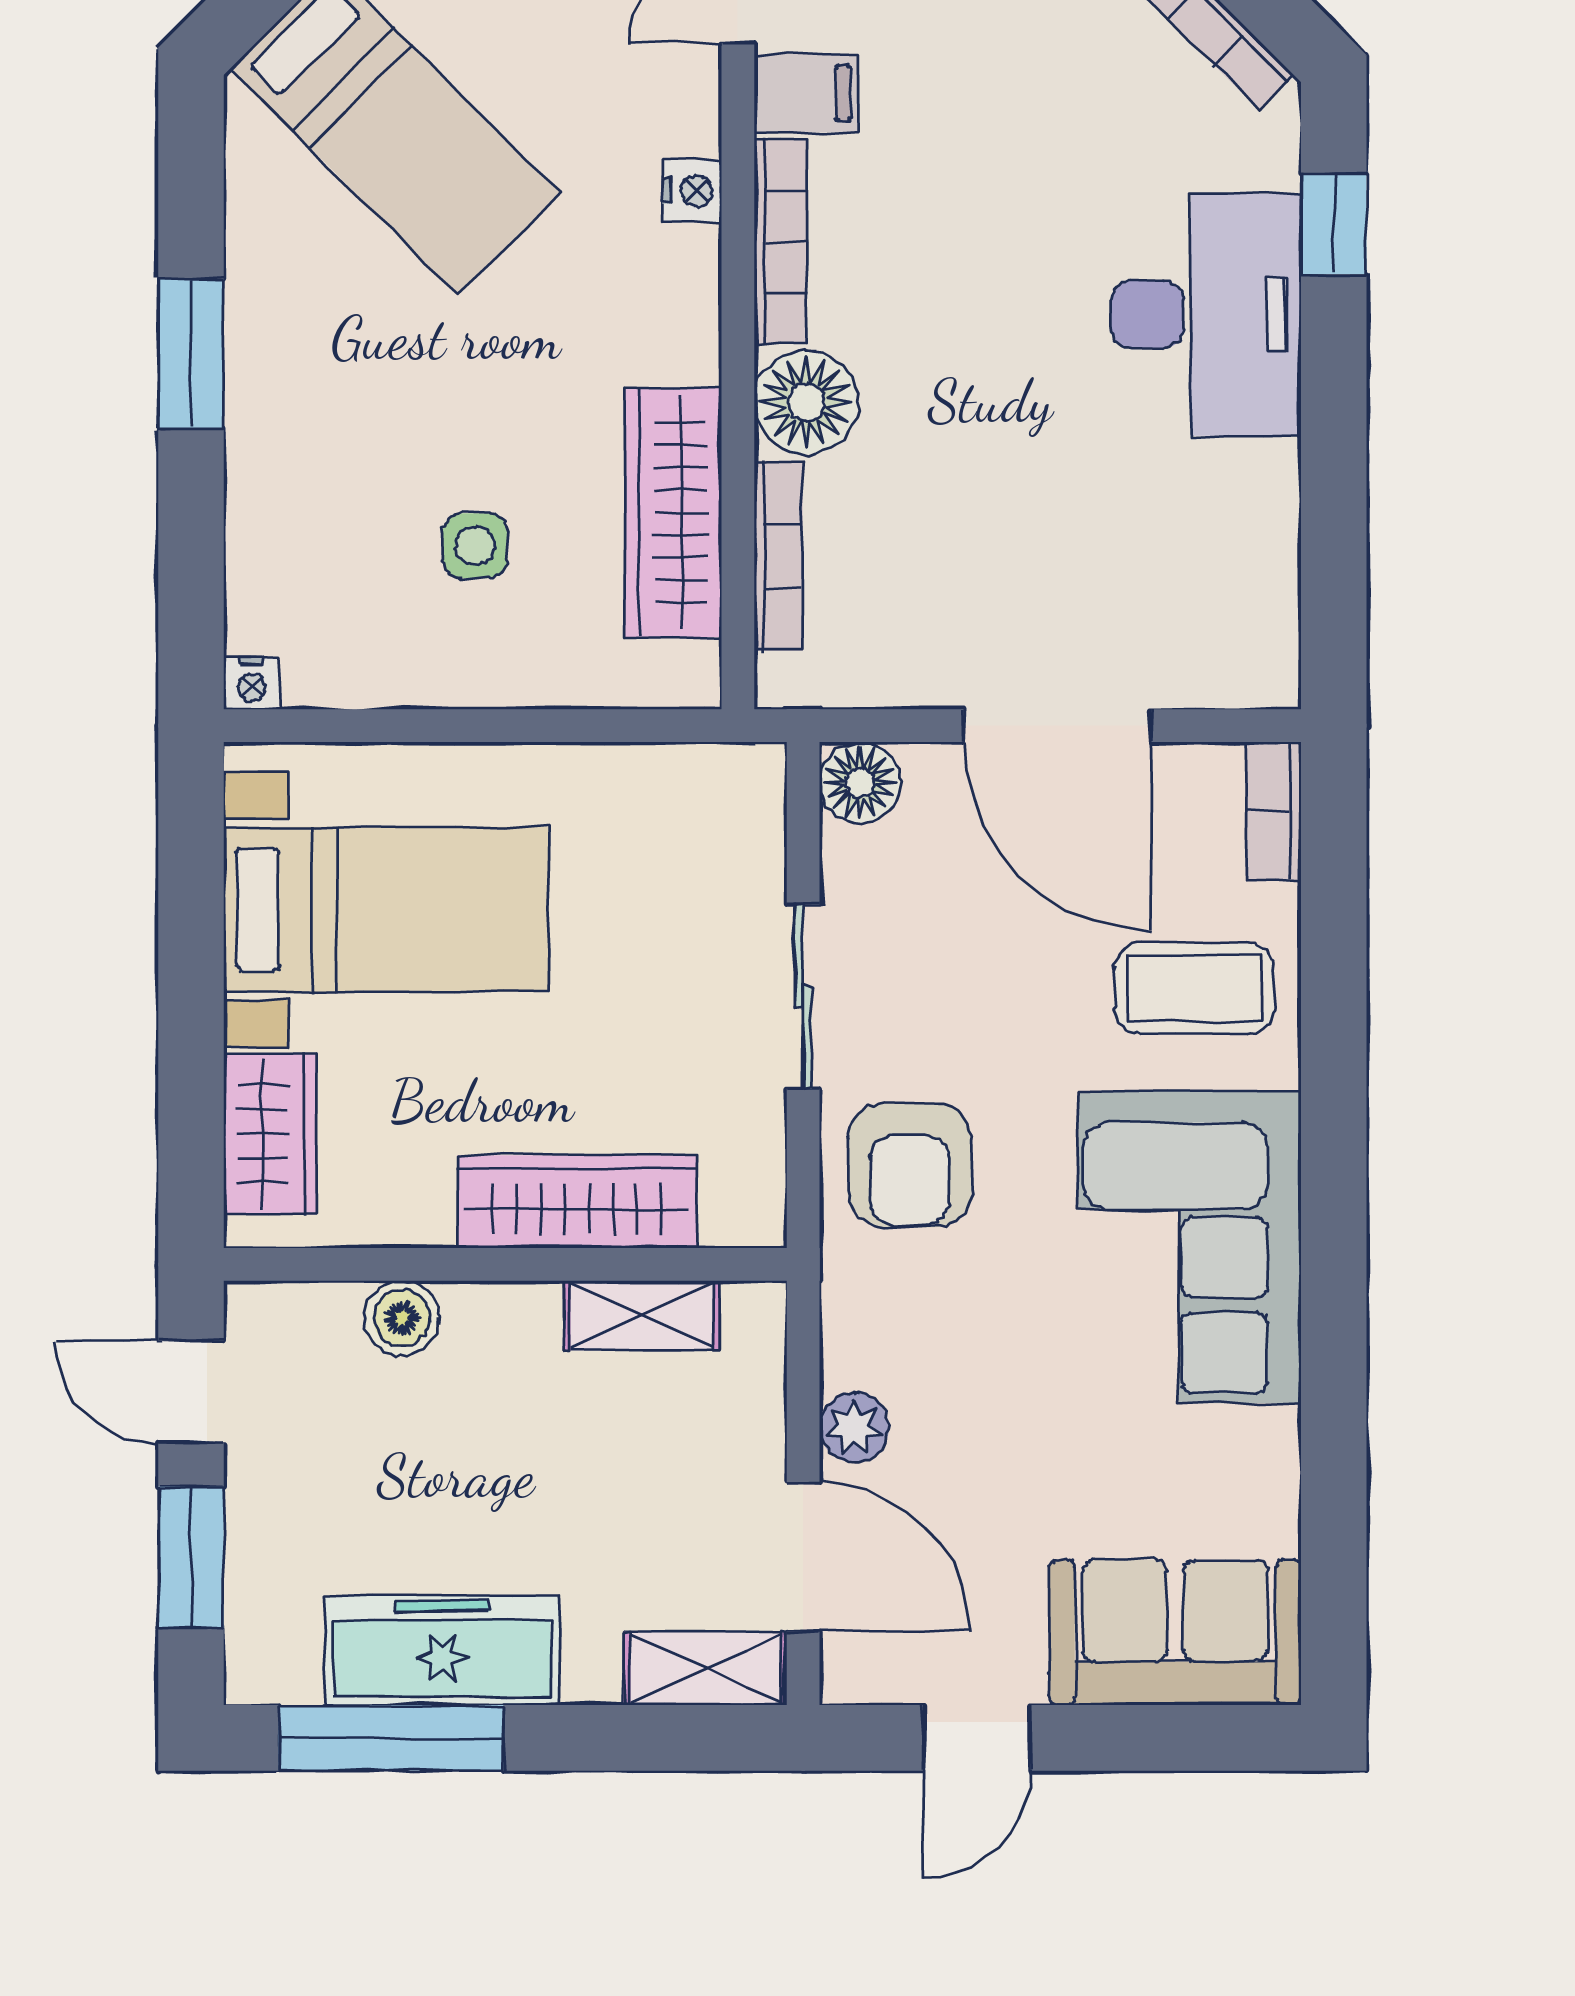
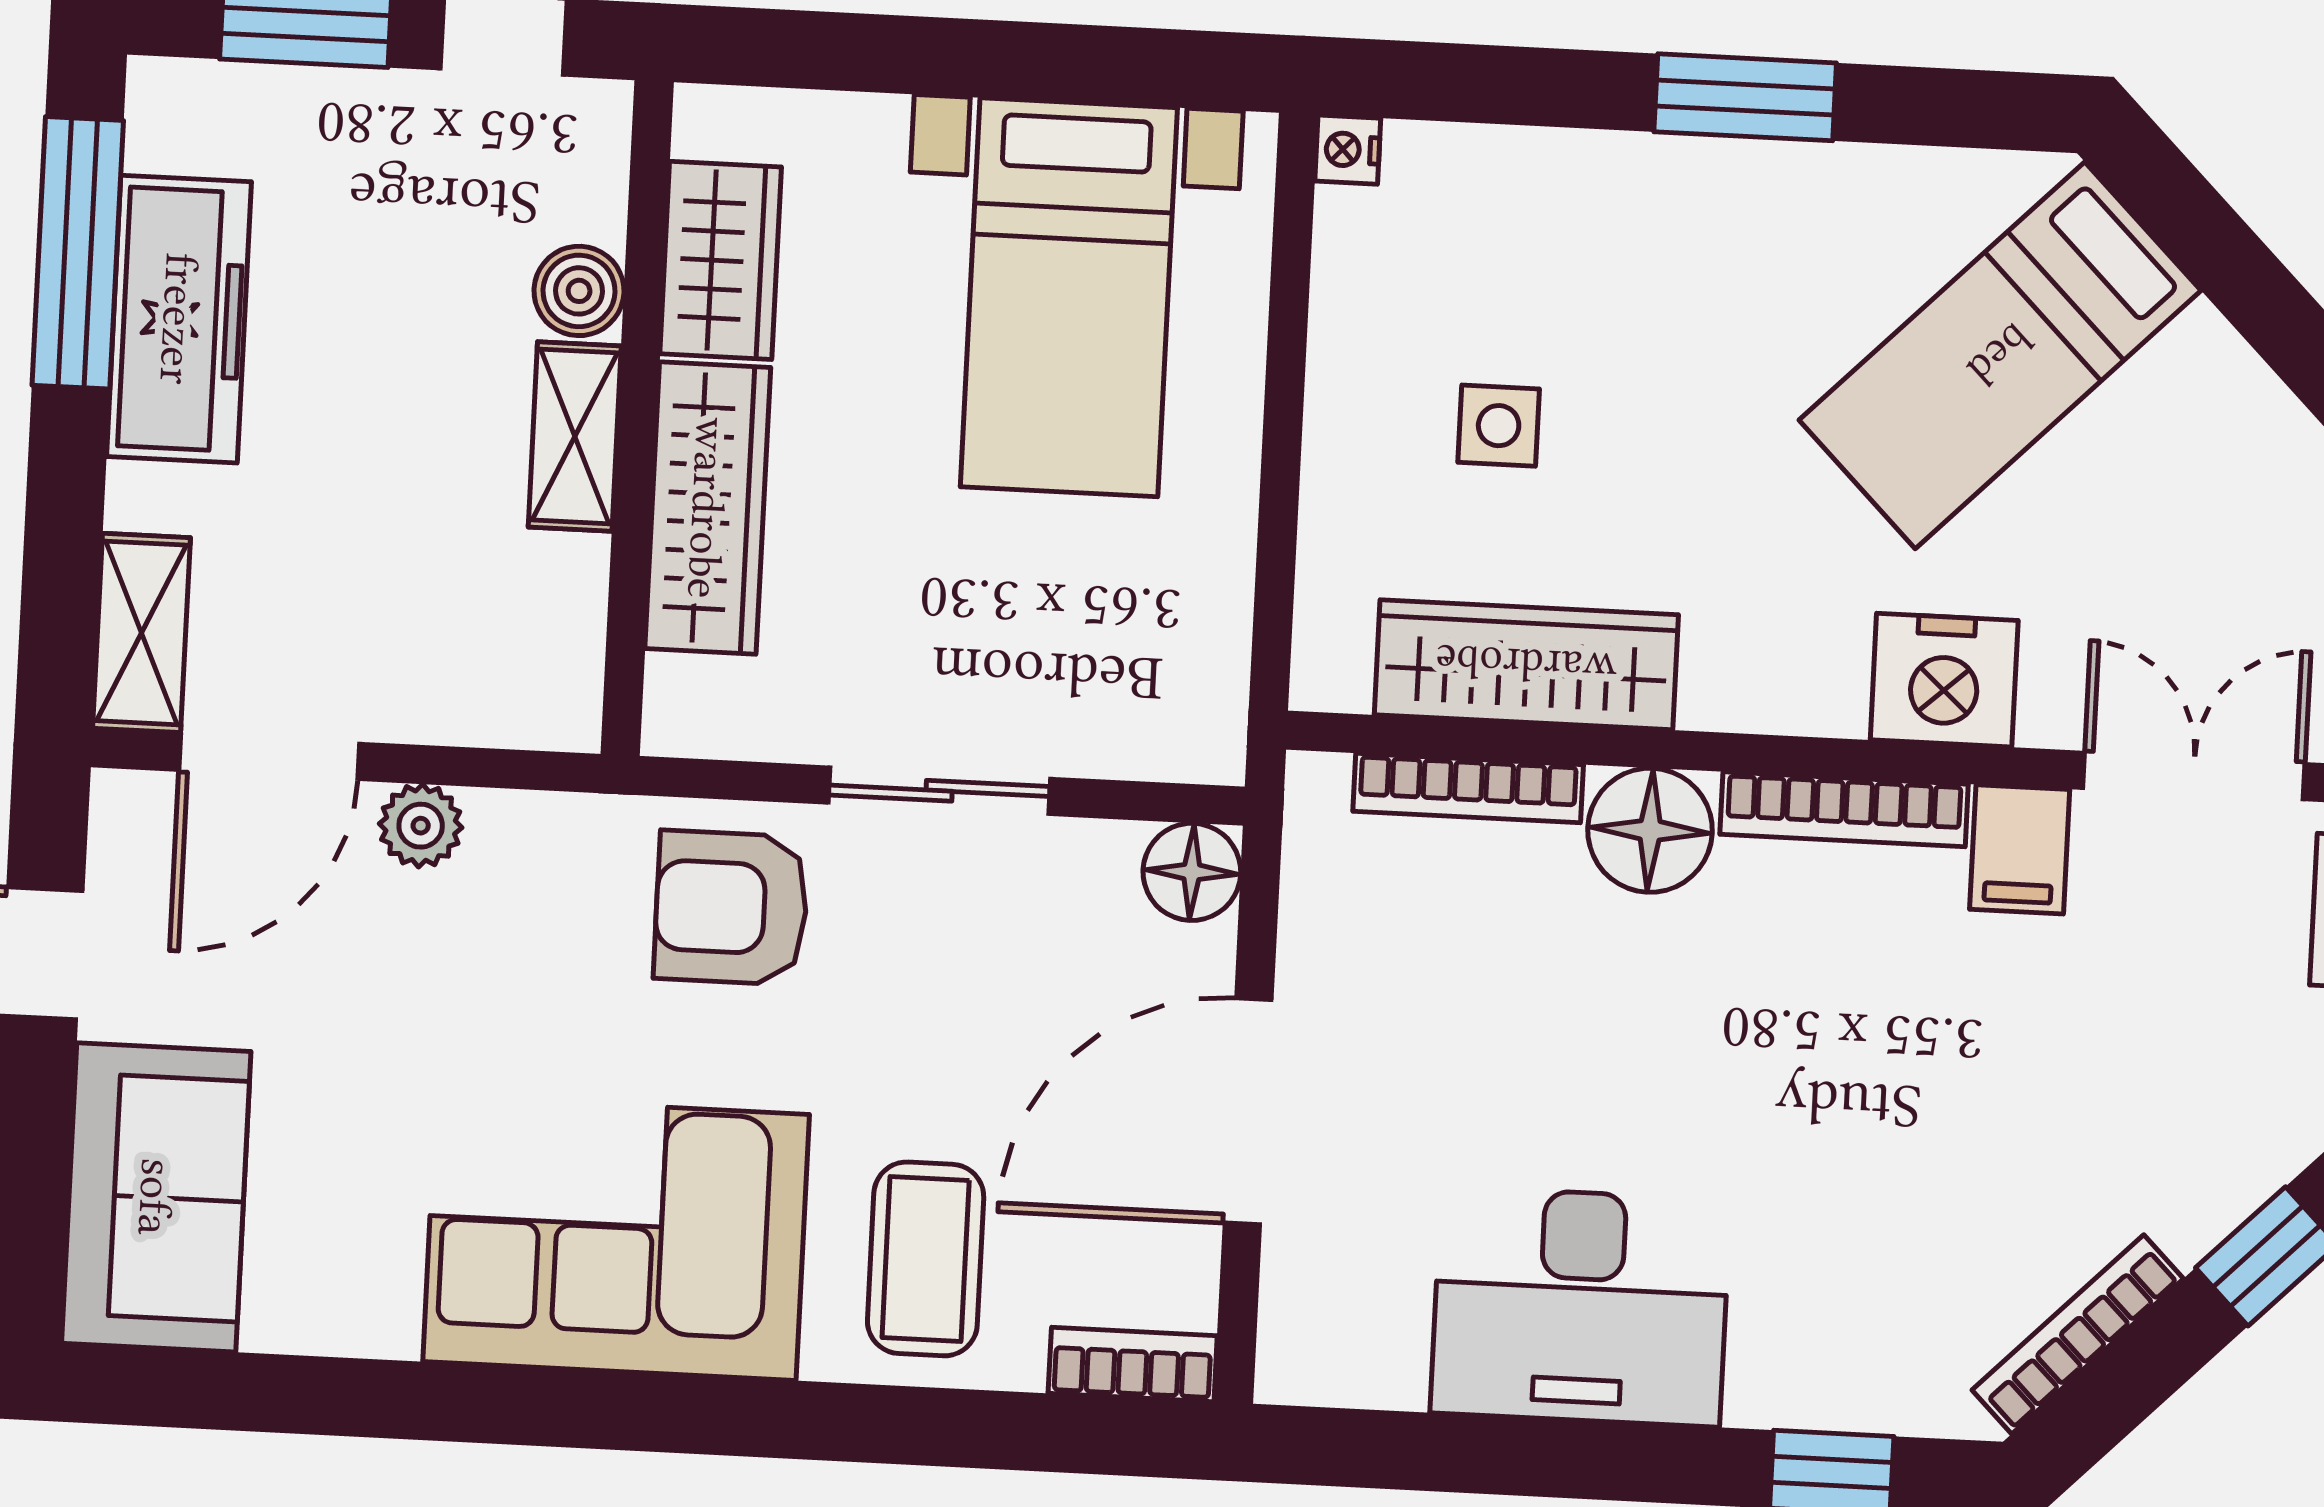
nightstand: (692, 191) -> (1944, 680), width x1.89, depth x1.79
desk: (1206, 315) -> (1580, 1306), moved
wardrobe: (270, 1134) -> (721, 260), moved, turned -90
shelving: (642, 1316) -> (575, 436), moved

